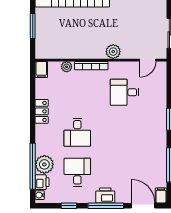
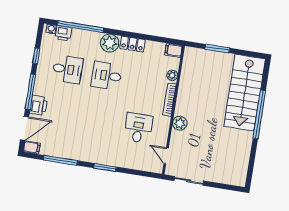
plant: (44, 164) -> (110, 43), moved
printer: (105, 195) -> (39, 105), moved

